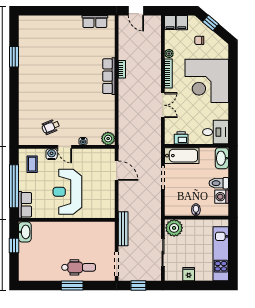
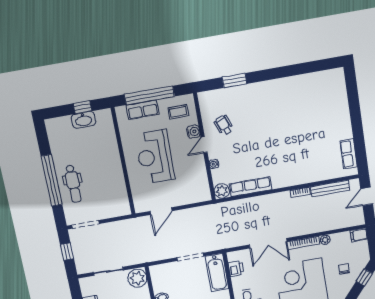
filing cabinet: (182, 23) -> (360, 247), removed
window: (14, 57) -> (234, 80), moved
row of seats: (109, 76) -> (250, 187), moved
double door: (163, 105) -> (268, 243), width x1.37
door: (117, 171) -> (161, 211), moved
reception desk: (67, 192) -> (155, 157), turned -90
row of seats: (25, 205) -> (143, 110), moved
bench: (123, 229) -> (330, 189), moved
washbasin: (25, 232) -> (83, 120), moved
window: (72, 285) -> (52, 180), width x2.11

